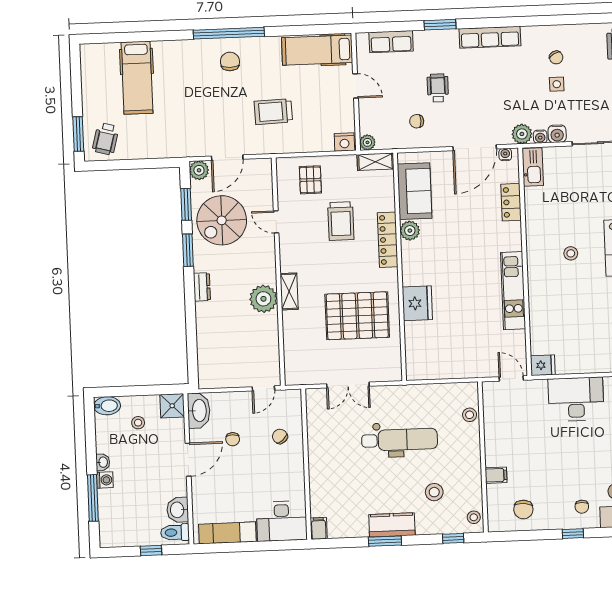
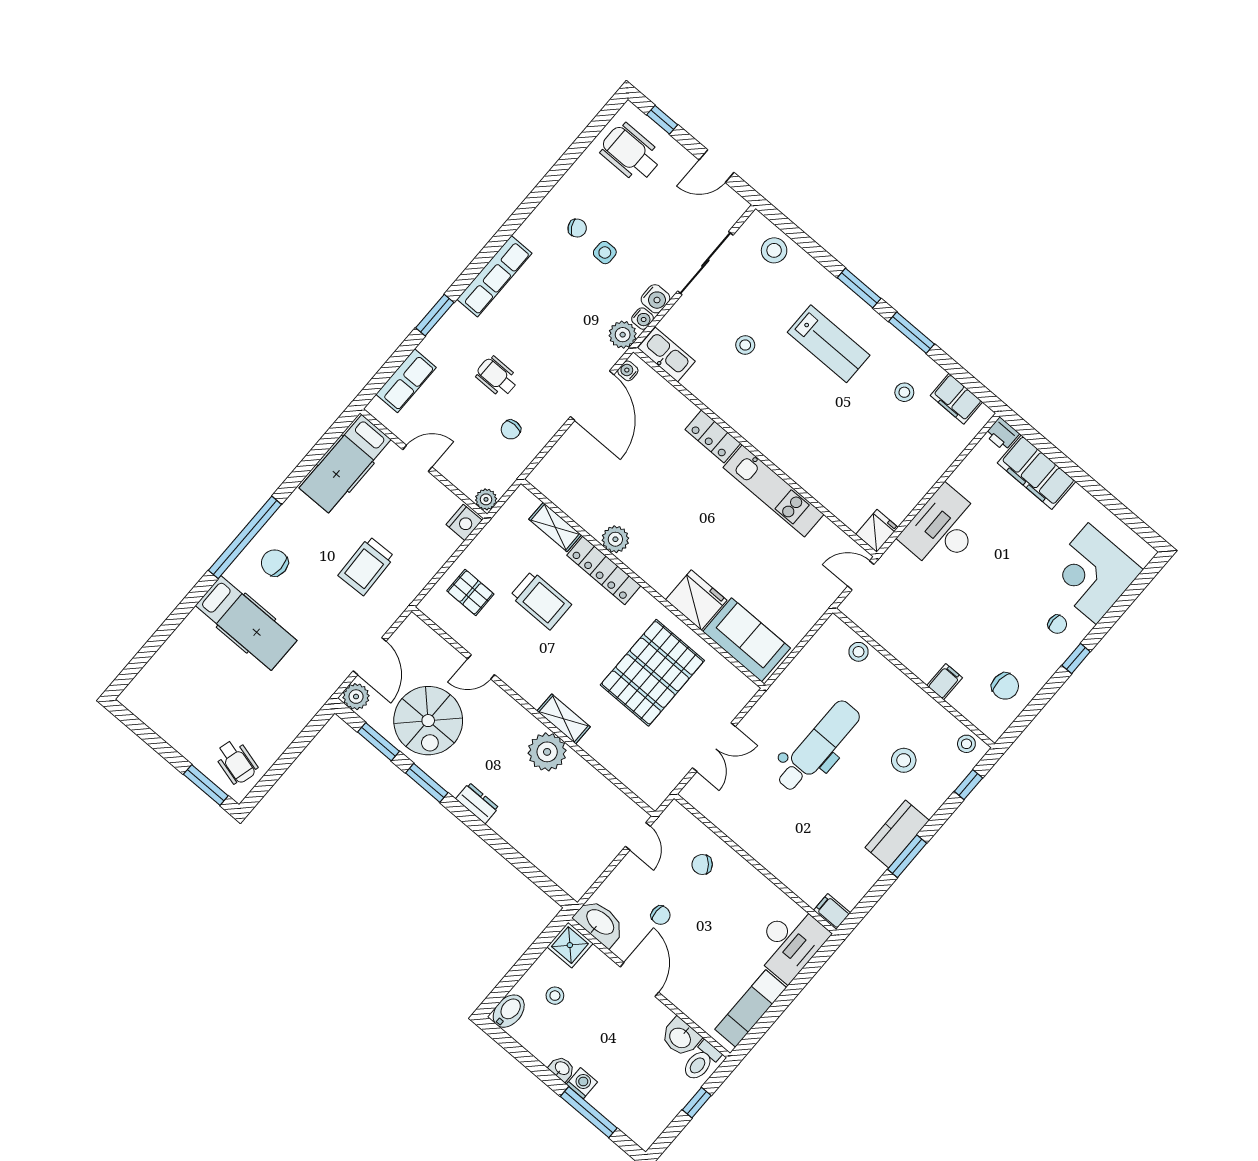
hospital bed: (137, 78) -> (246, 623), moved
shelving: (375, 162) -> (555, 527), moved, turned 90
sofa: (415, 191) -> (747, 640), moved
locker: (511, 202) -> (713, 436), moved
stool: (571, 253) -> (745, 345), moved

